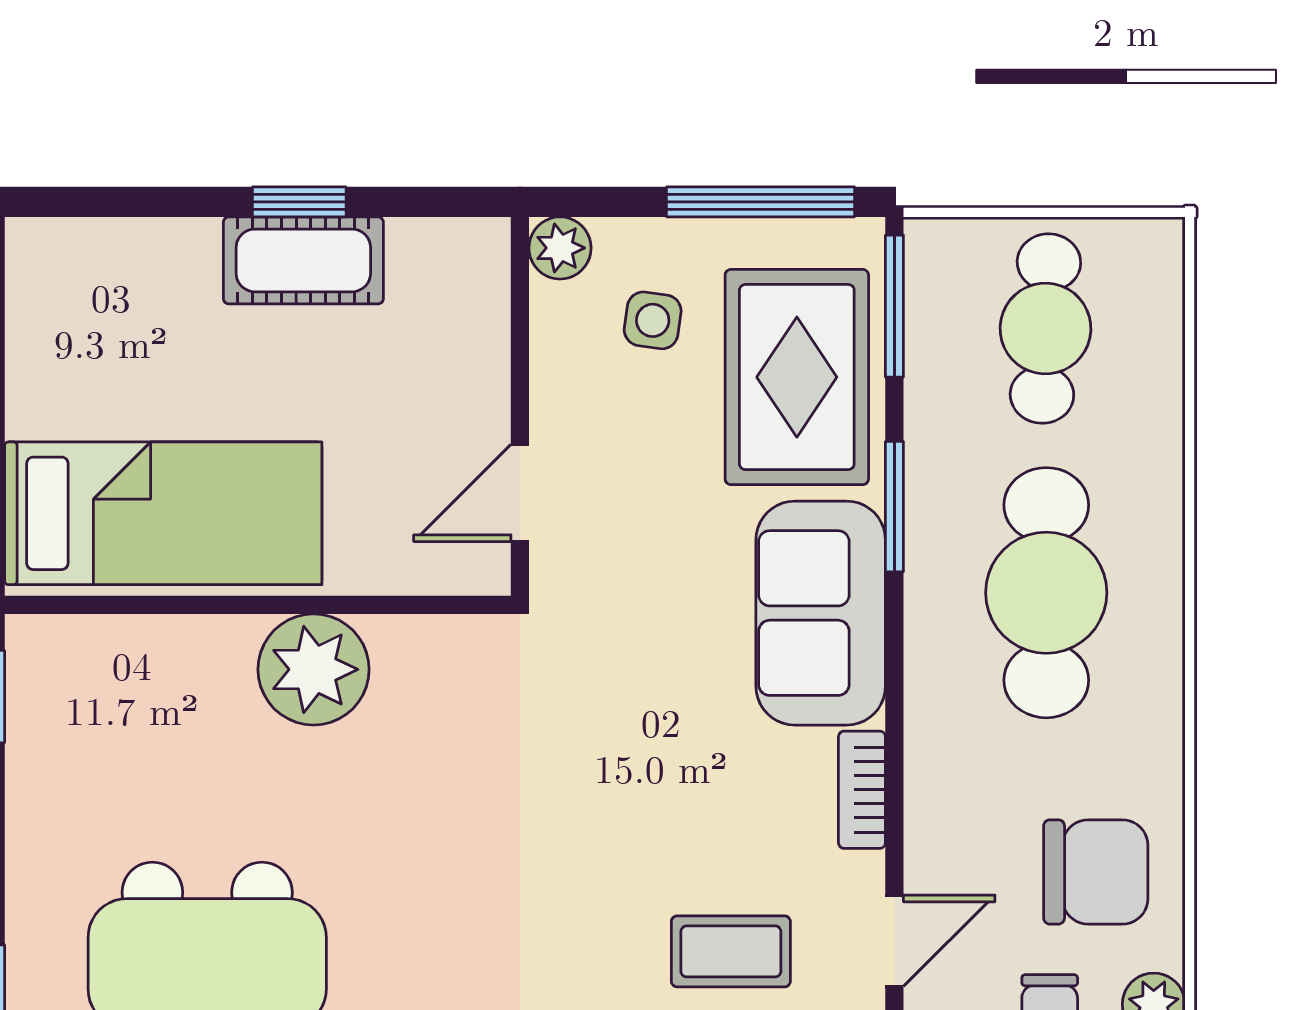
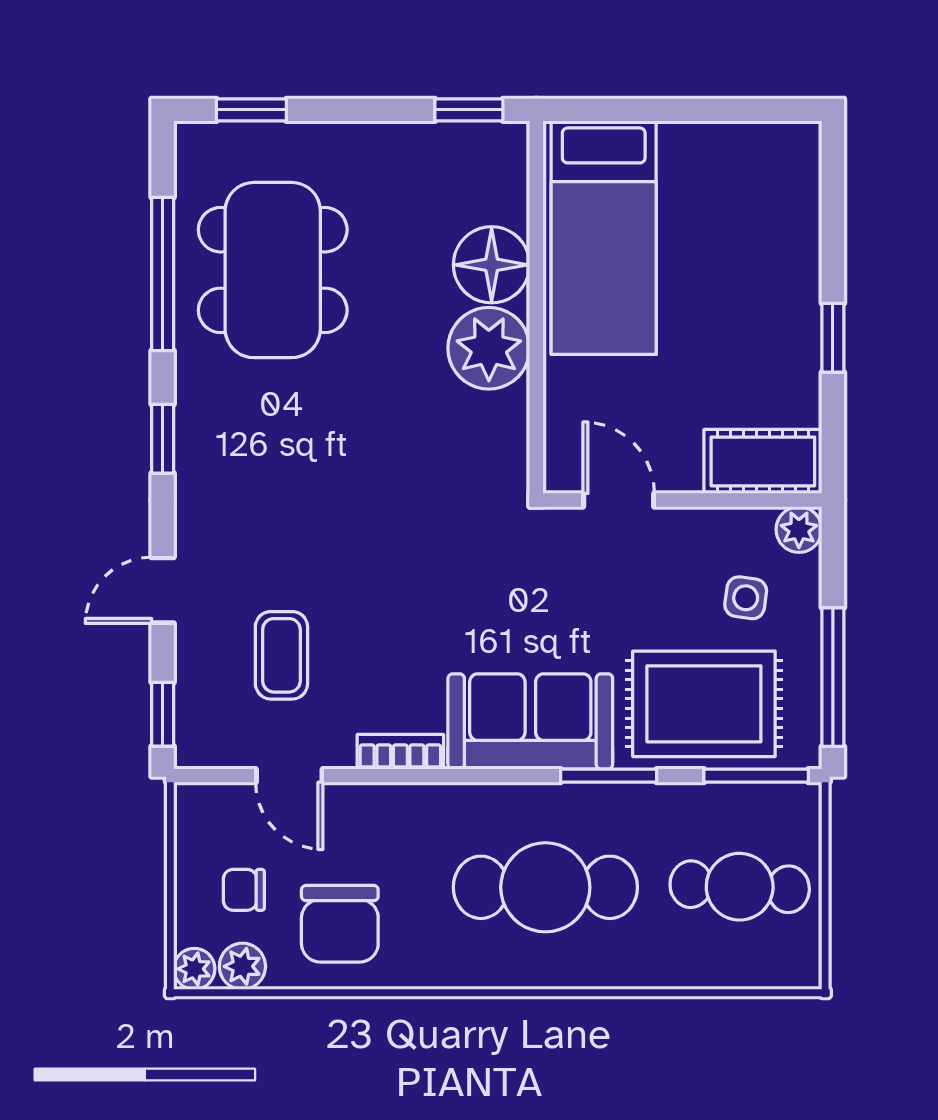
cot: (303, 260) -> (763, 461), moved, turned 90
floor lamp: (200, 666) -> (492, 265), added

